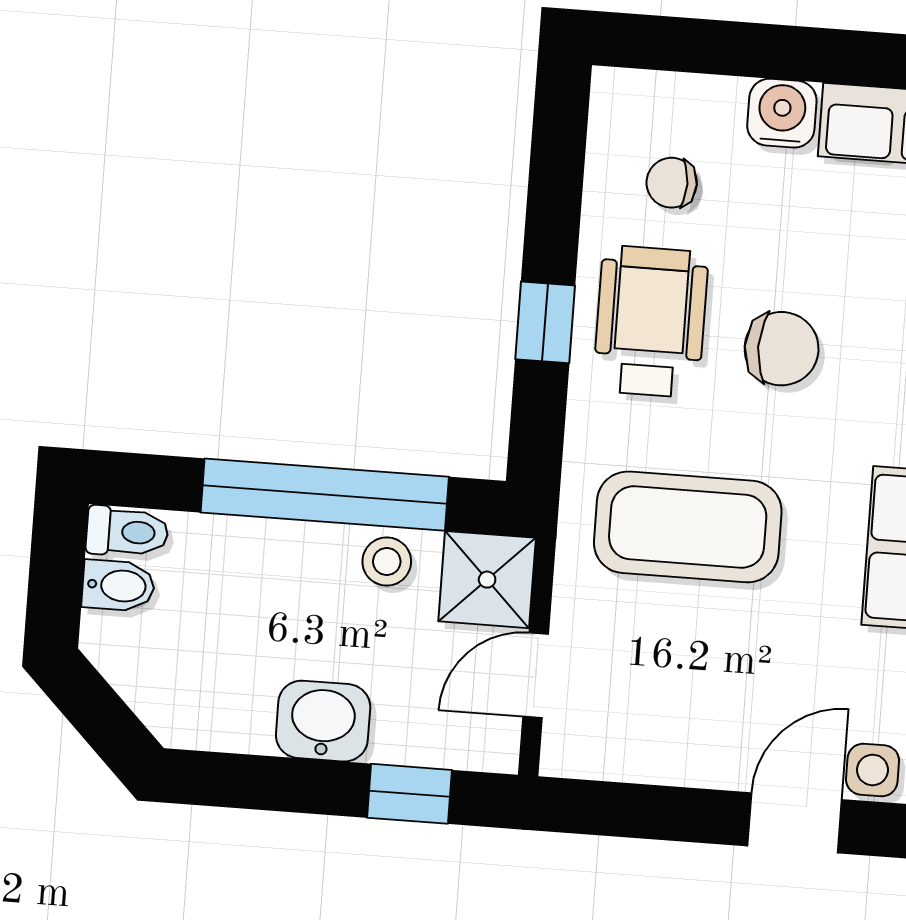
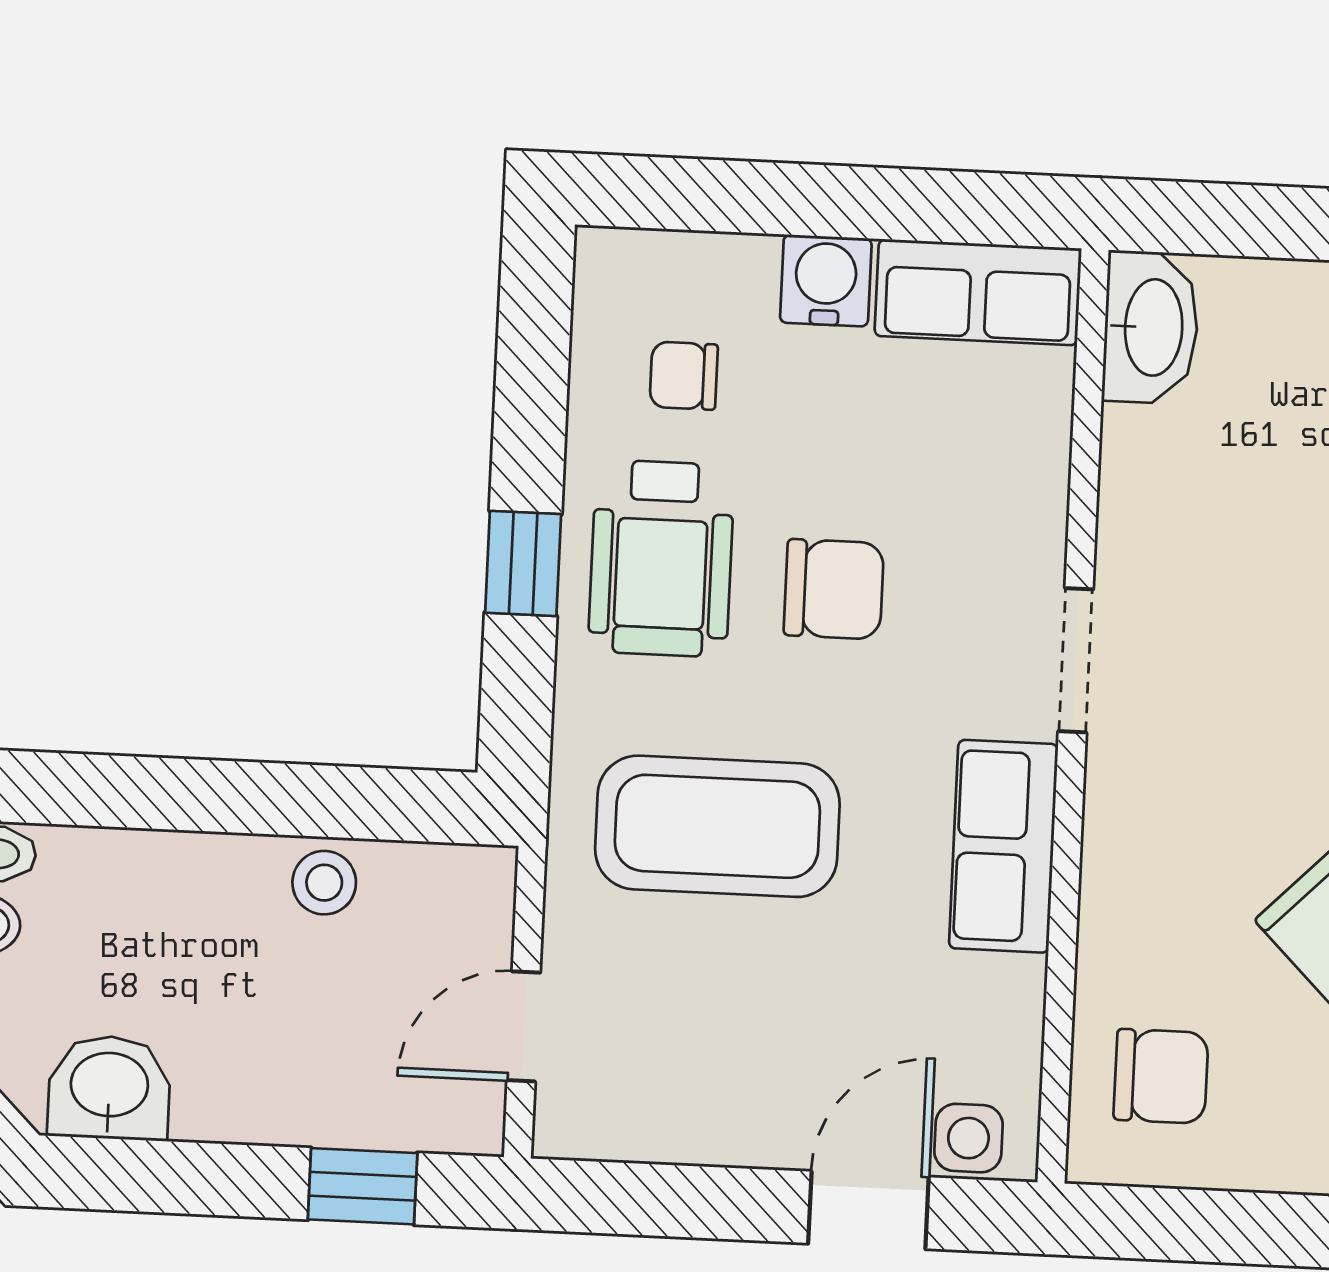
wheelchair: (651, 322) -> (661, 558), turned 180
window: (325, 495) -> (240, 797), removed
shower: (487, 580) -> (456, 903), removed
washbasin: (323, 721) -> (109, 1088), moved

